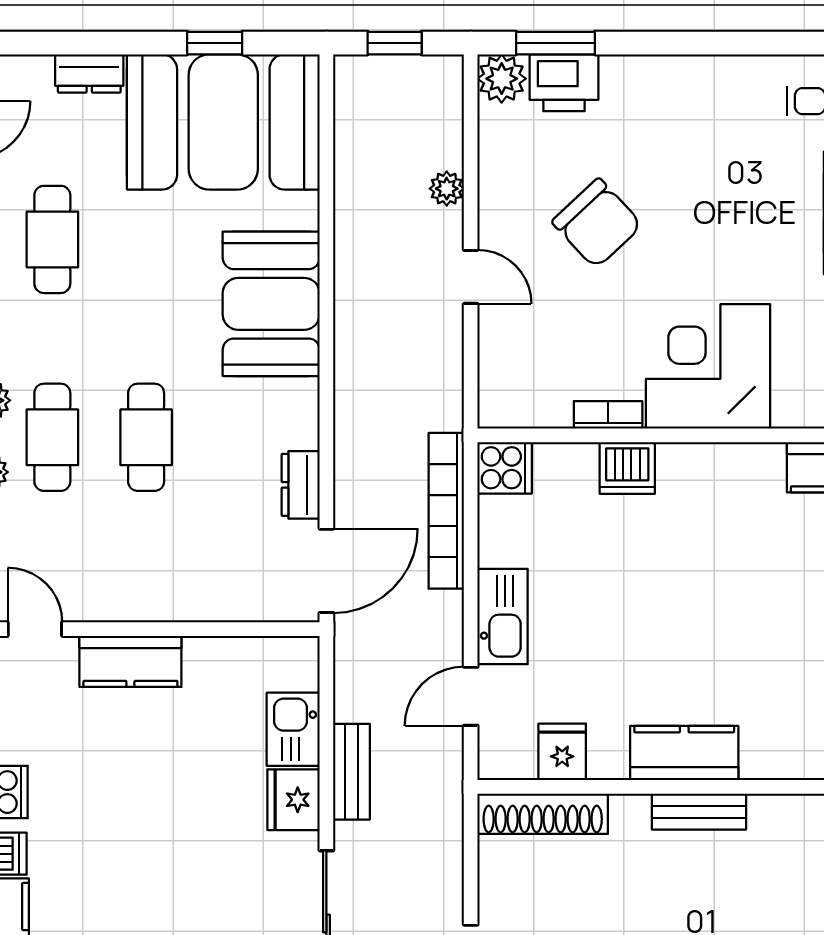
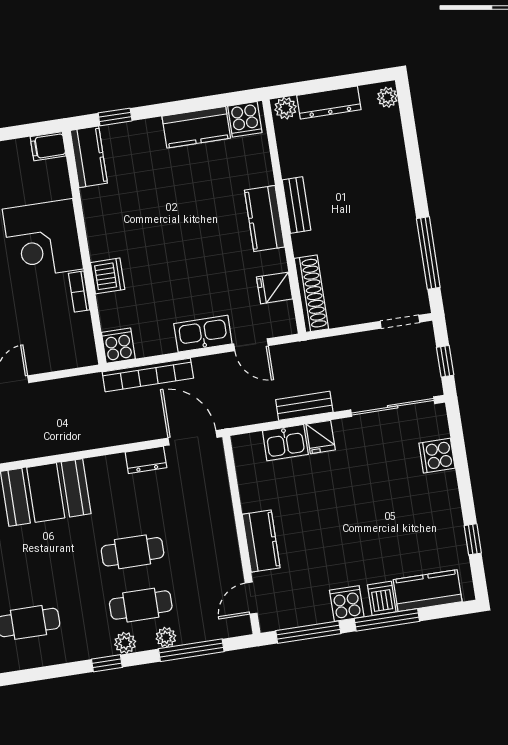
fridge: (294, 800) -> (321, 437), width x0.72

